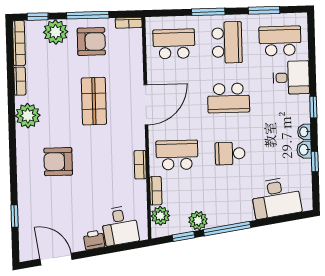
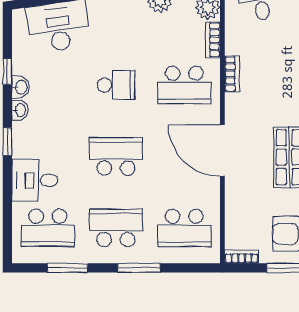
school desk: (227, 42) -> (116, 228), turned 90
door: (146, 105) -> (222, 151), hinge flipped

